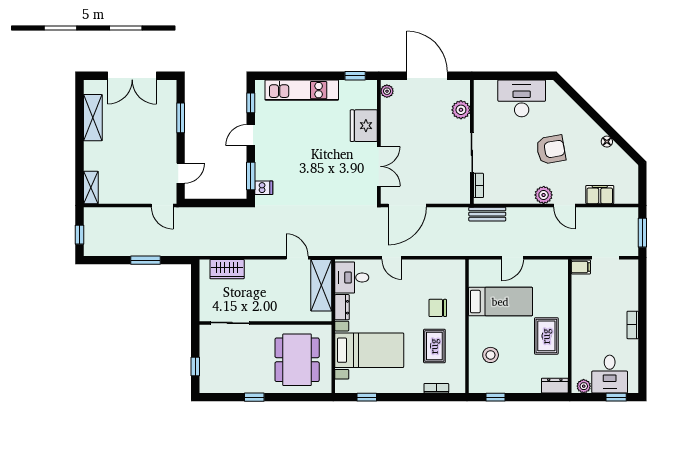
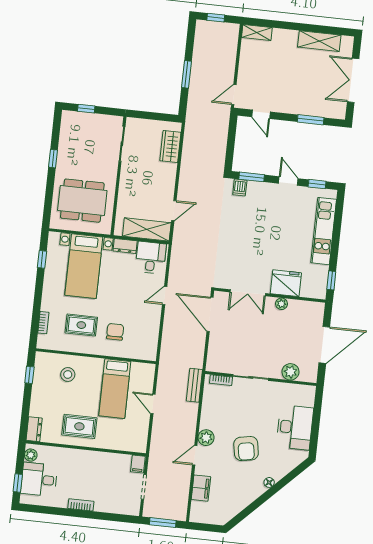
plant: (387, 91) -> (281, 304), moved
floor lamp: (607, 142) -> (269, 482), moved

